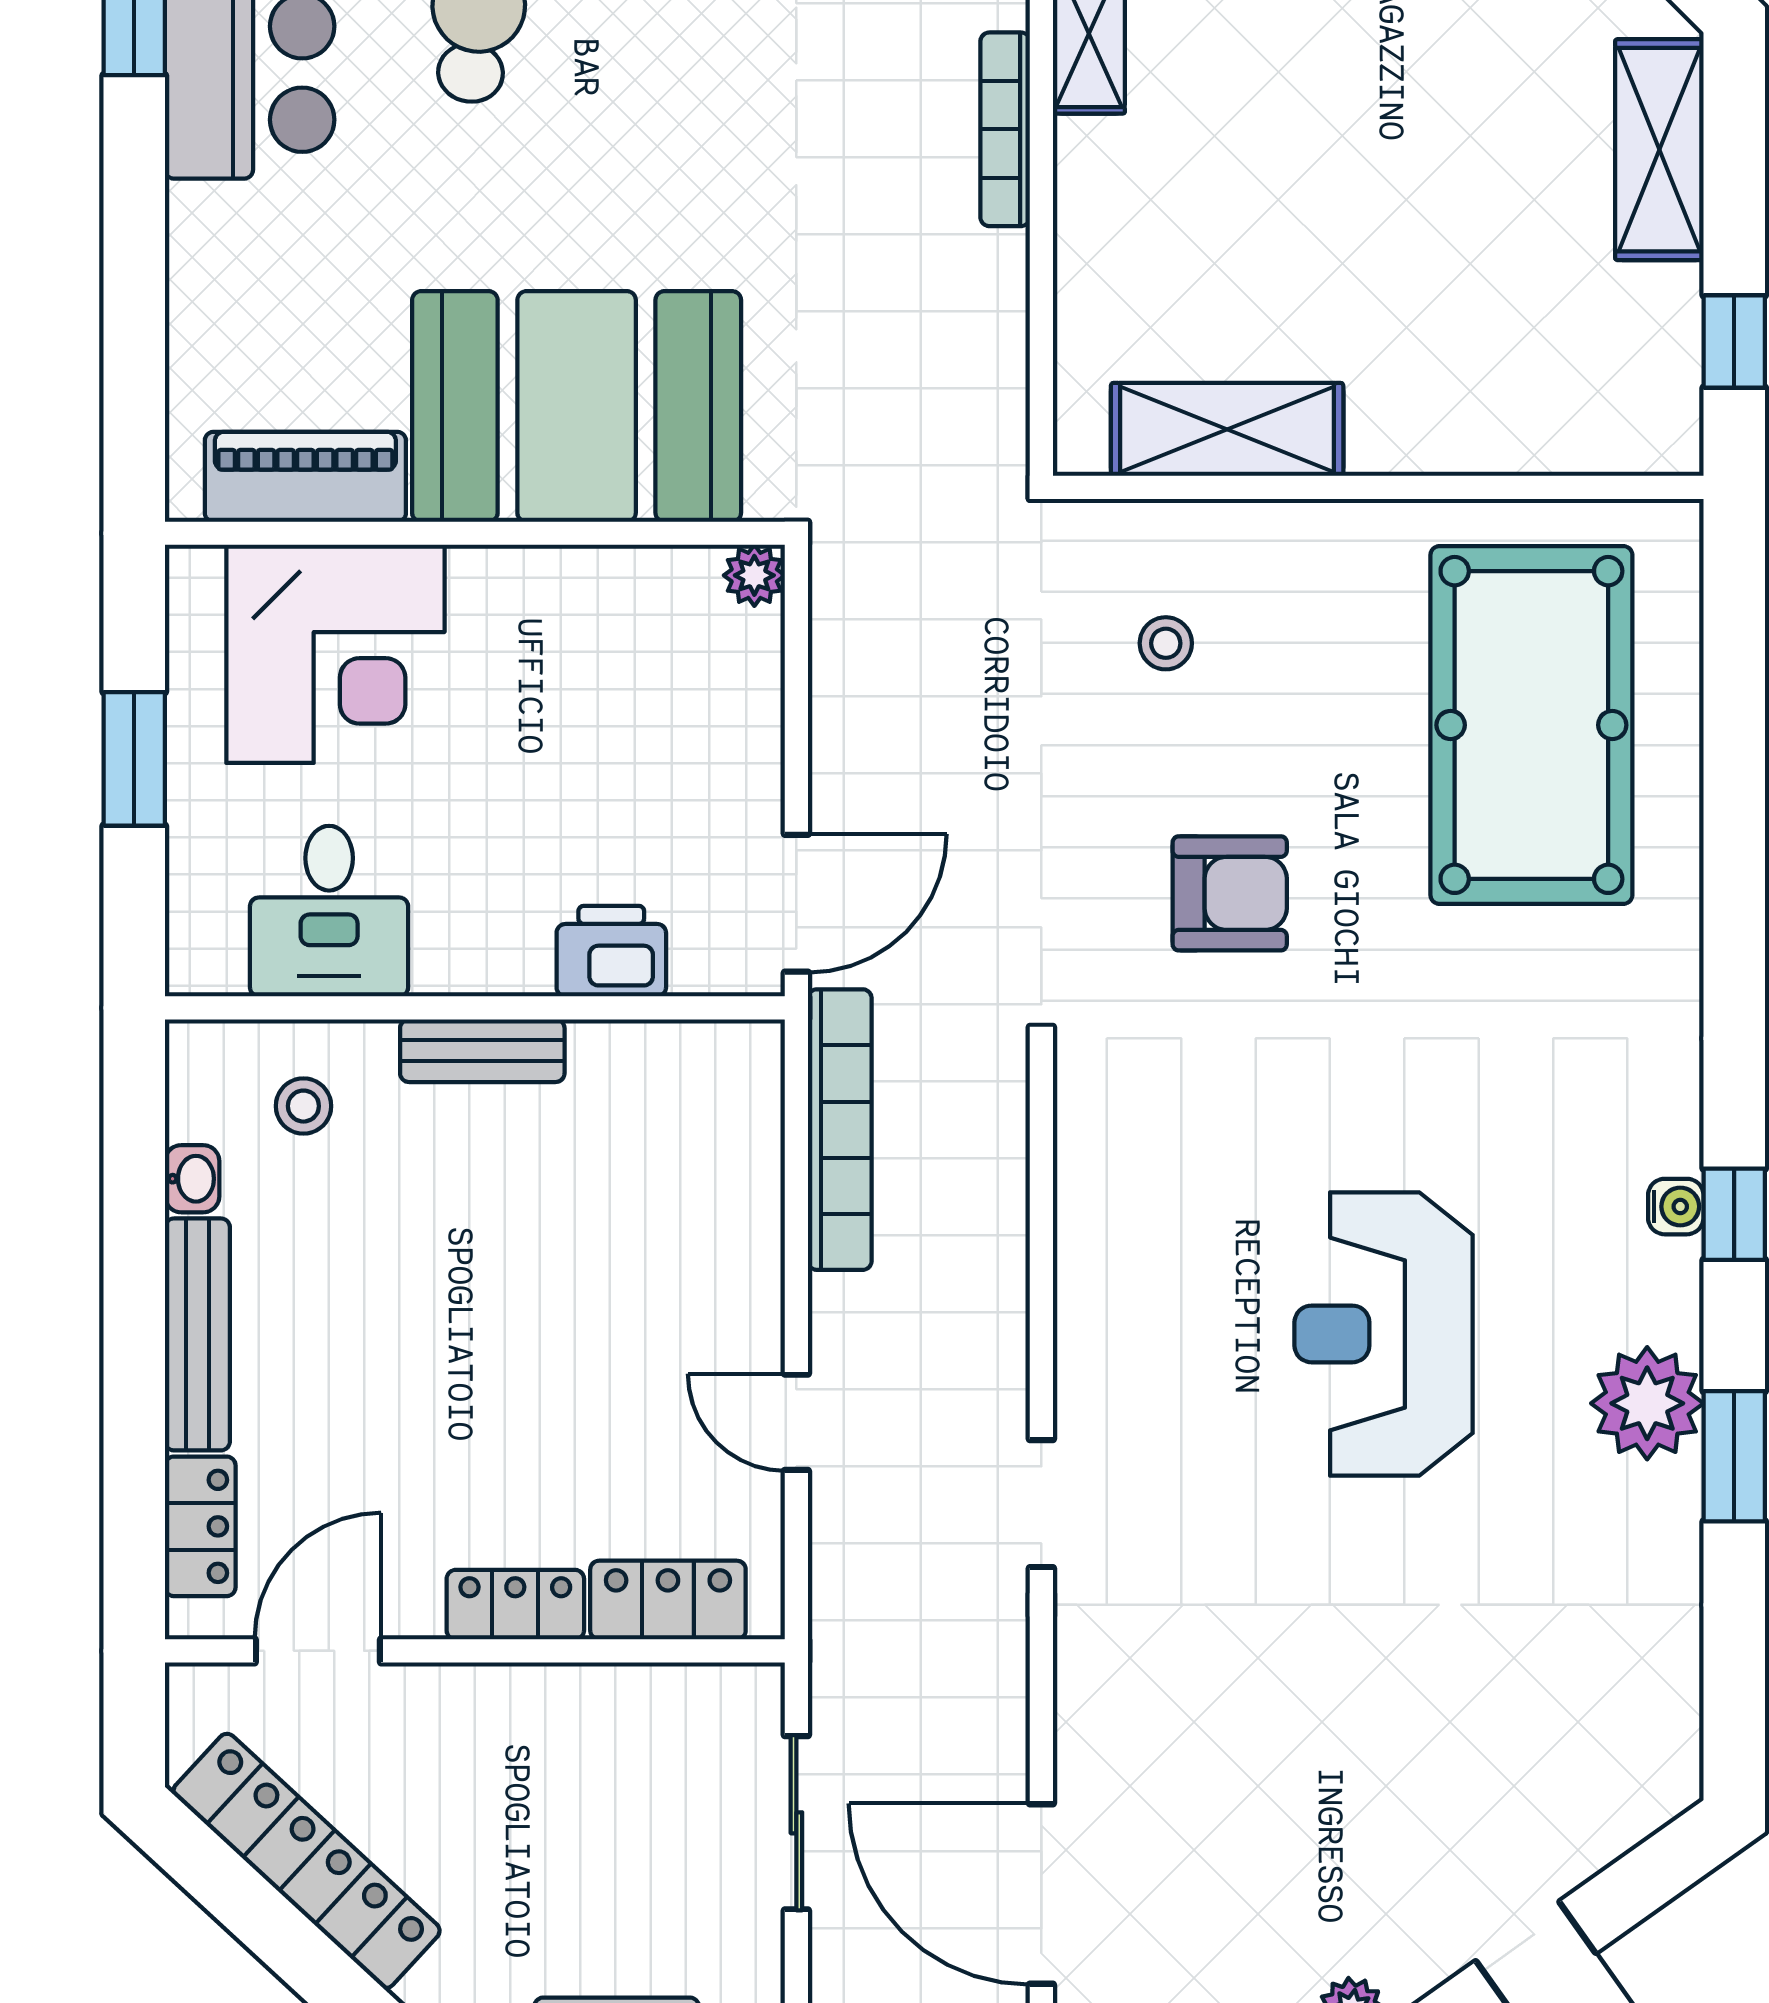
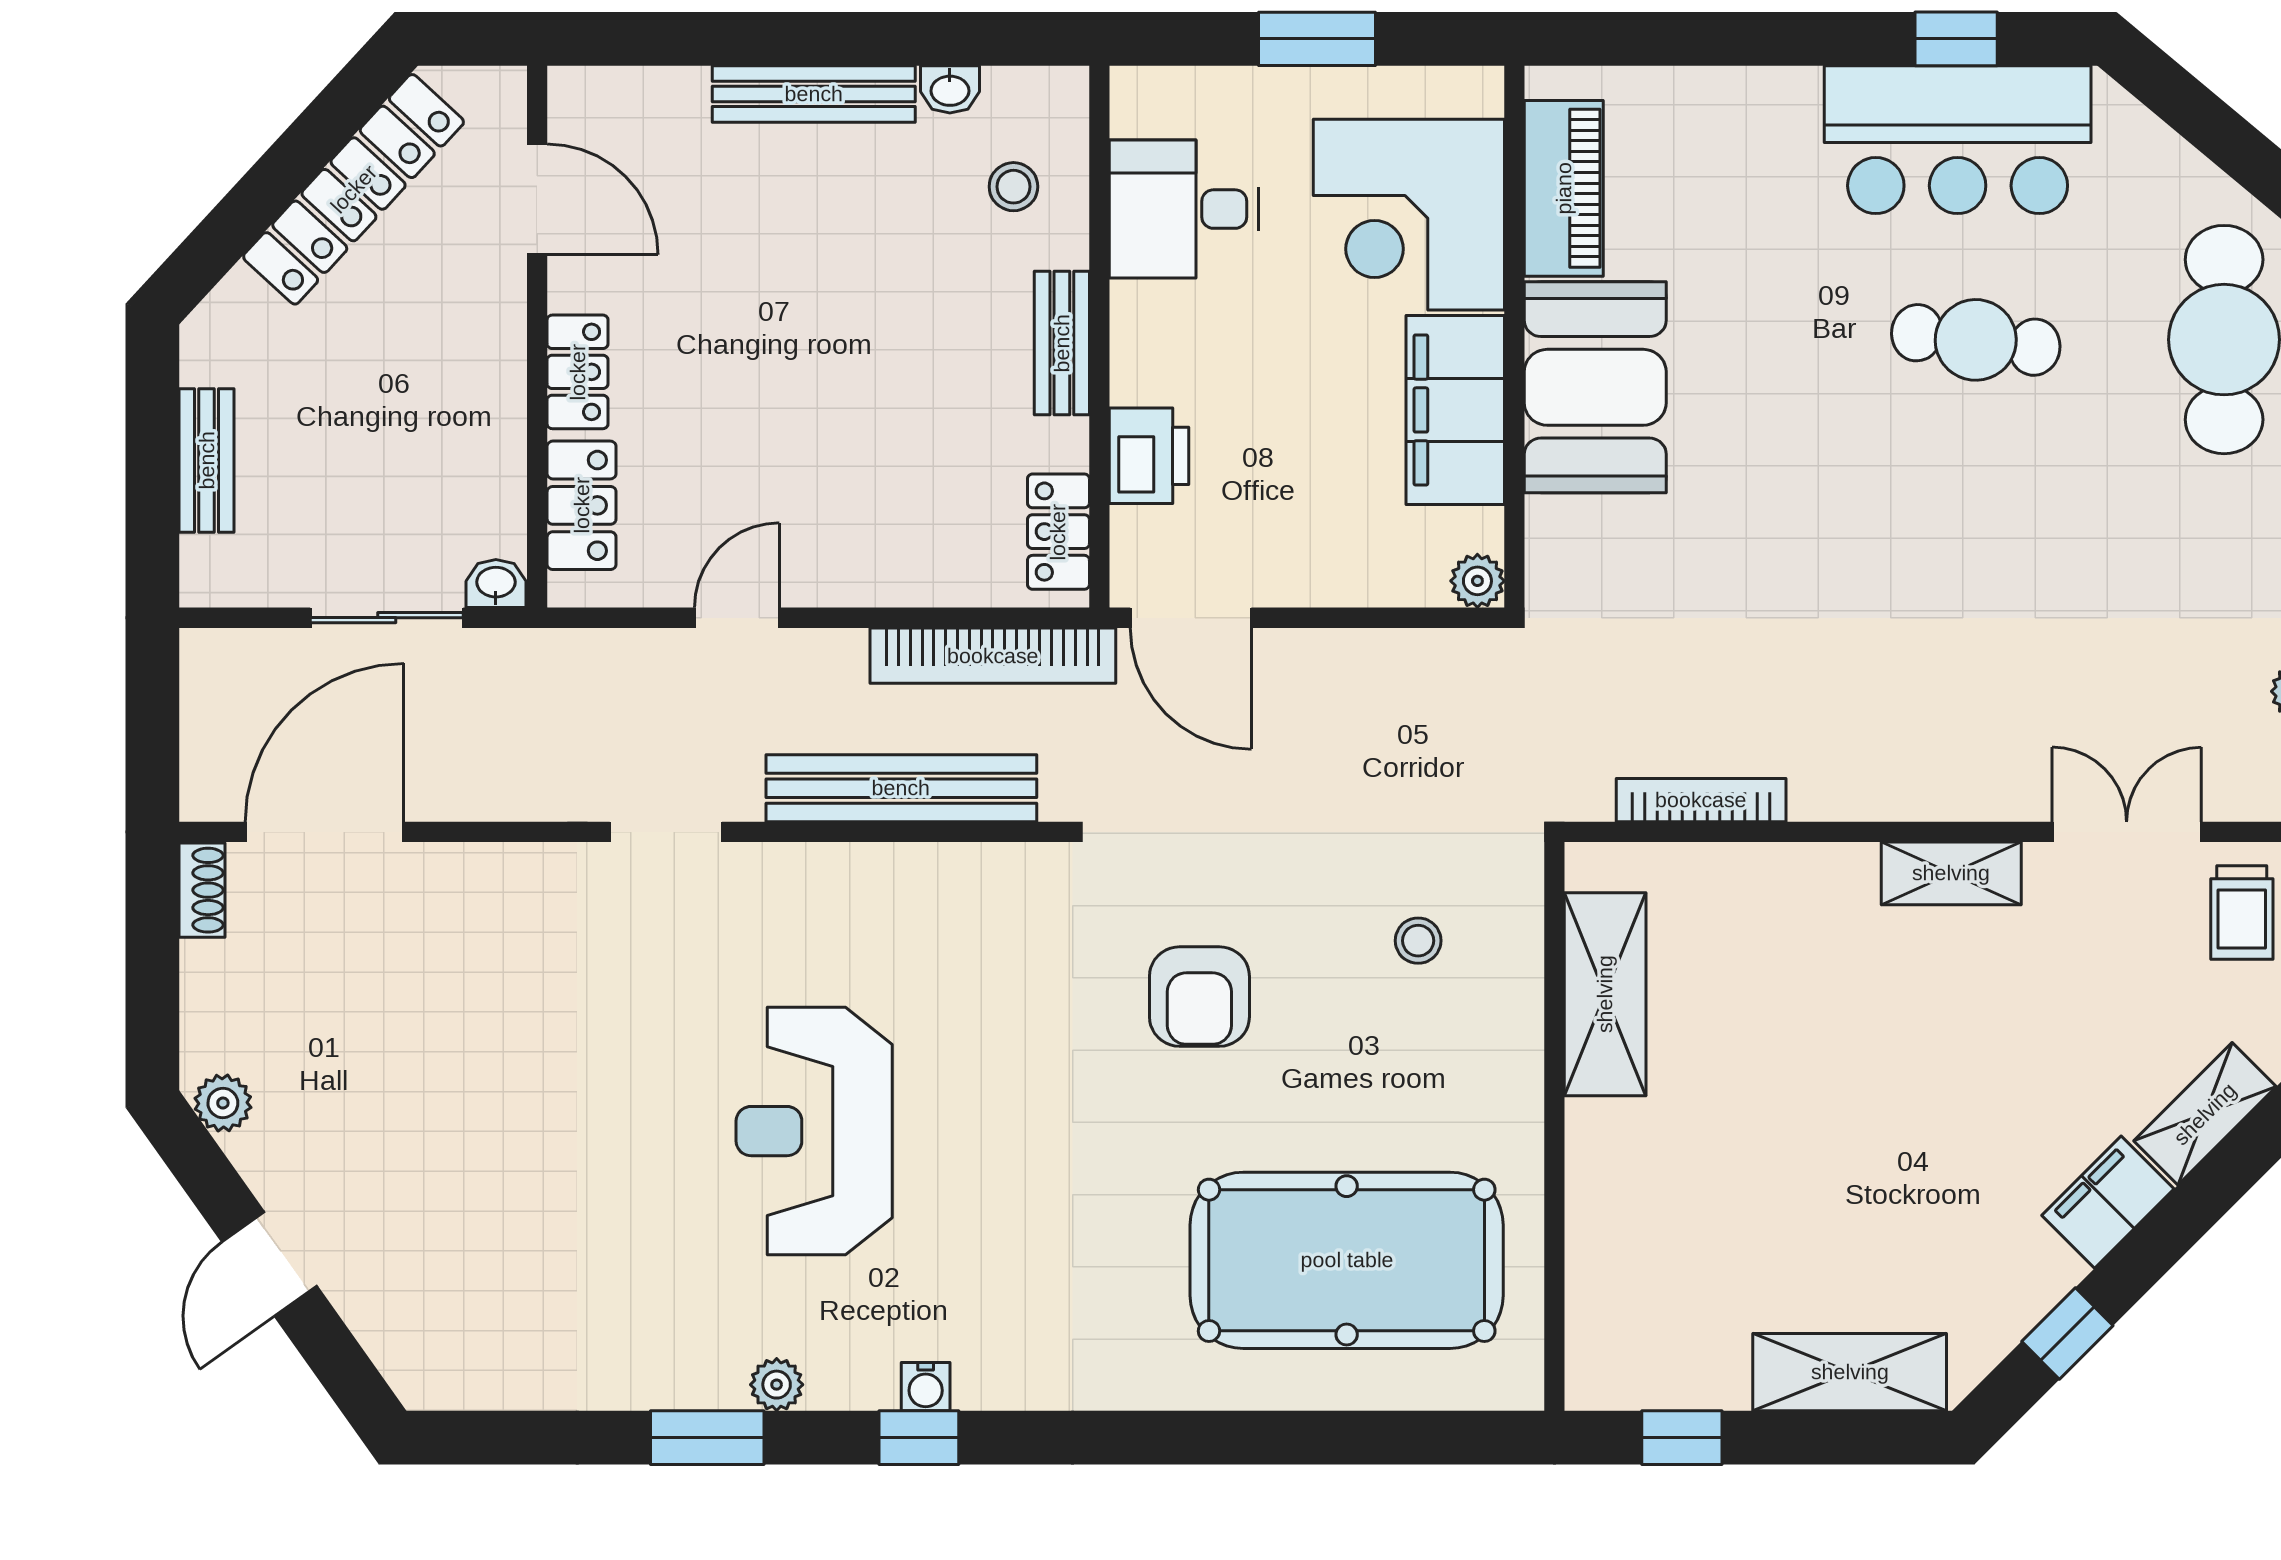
bookcase: (1005, 129) -> (1701, 800), moved
booth: (577, 406) -> (1595, 387), width x0.73, depth x0.70
filing cabinet: (559, 601) -> (1455, 410), added
bench: (991, 1234) -> (901, 788), added
reception desk: (1384, 1334) -> (814, 1131), turned -90
plant: (1647, 1403) -> (777, 1385), width x0.53, depth x0.53
locker: (200, 1526) -> (1058, 532), moved, turned 90
washbasin: (757, 1698) -> (496, 584), added

